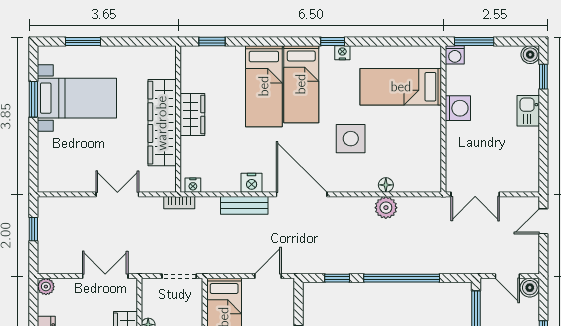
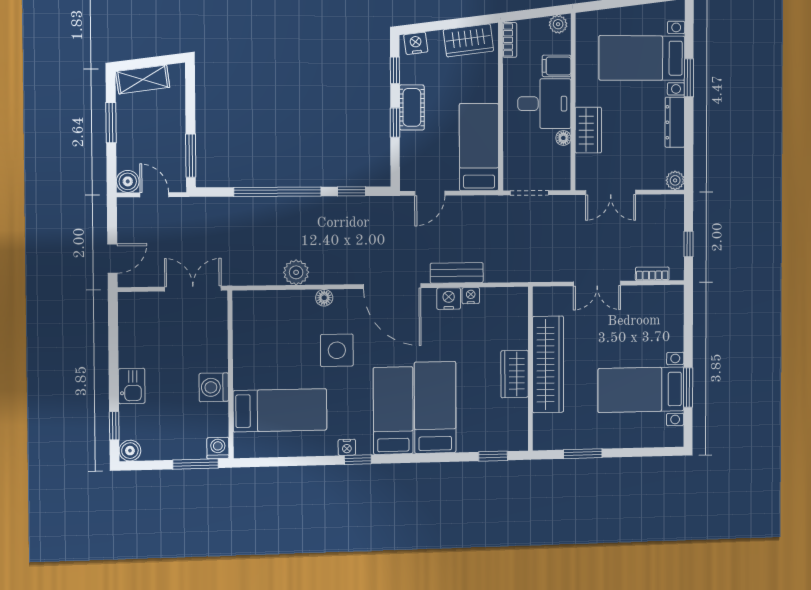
window: (83, 41) -> (583, 454), moved
nightstand: (193, 185) -> (471, 296), moved
floor lamp: (386, 185) -> (324, 298), moved
bookcase: (179, 203) -> (652, 274), moved

